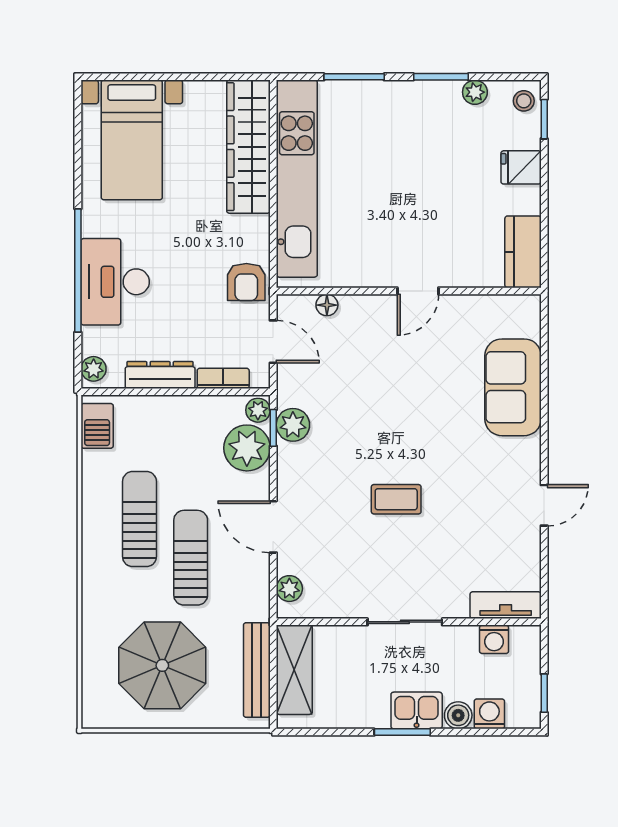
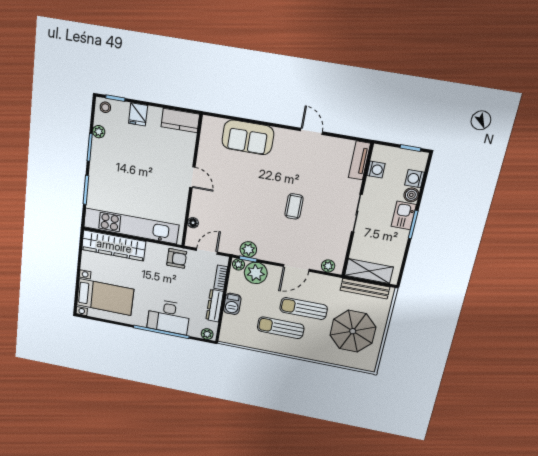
barbecue: (97, 426) -> (232, 304), moved, turned 90

